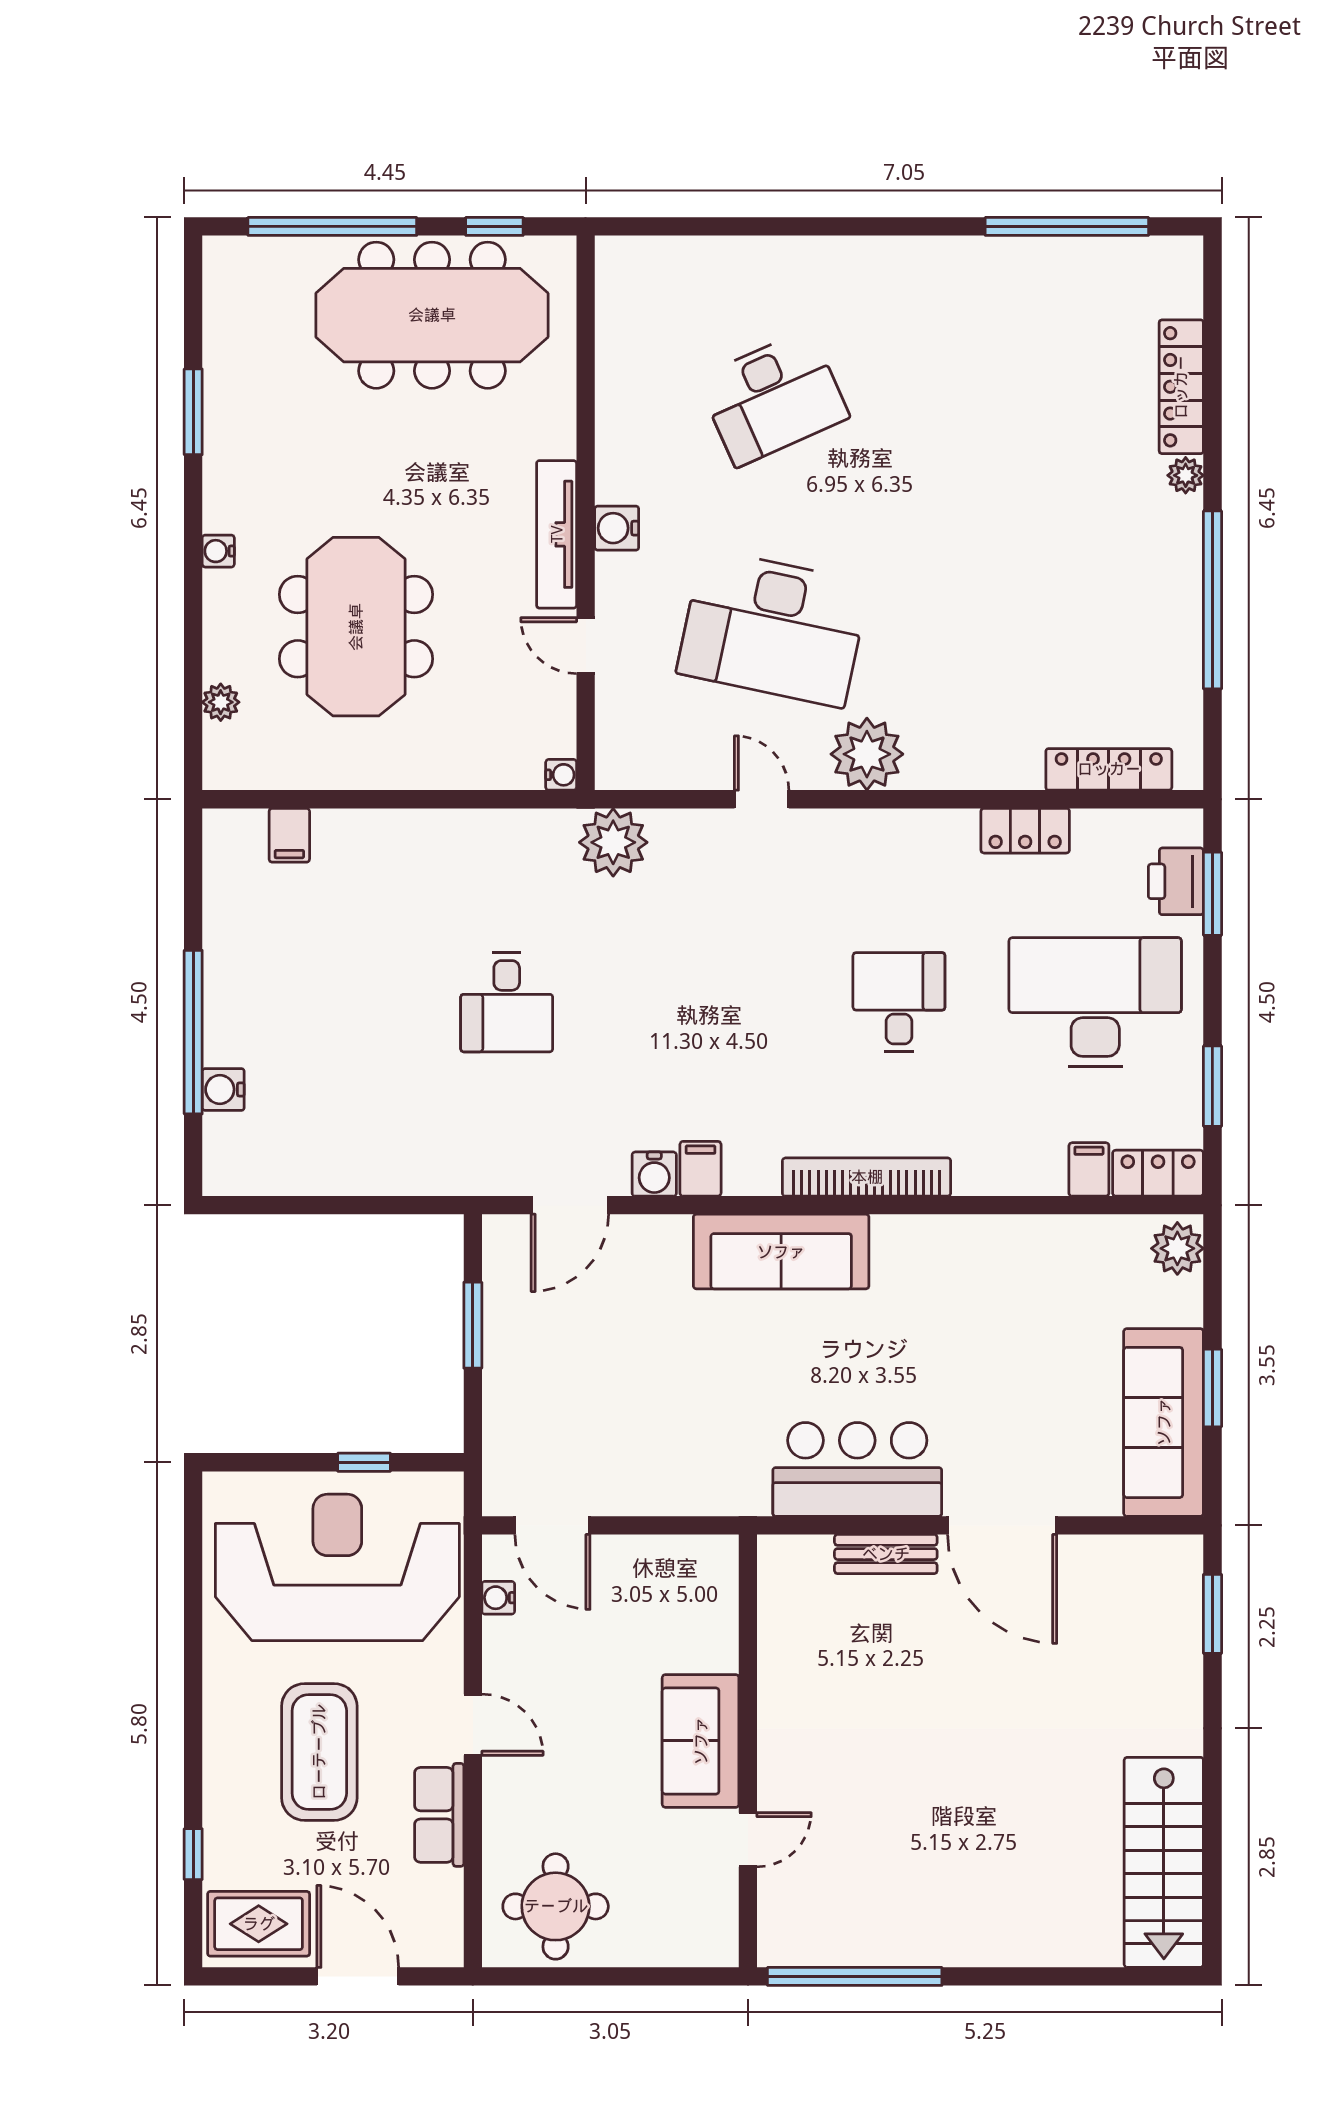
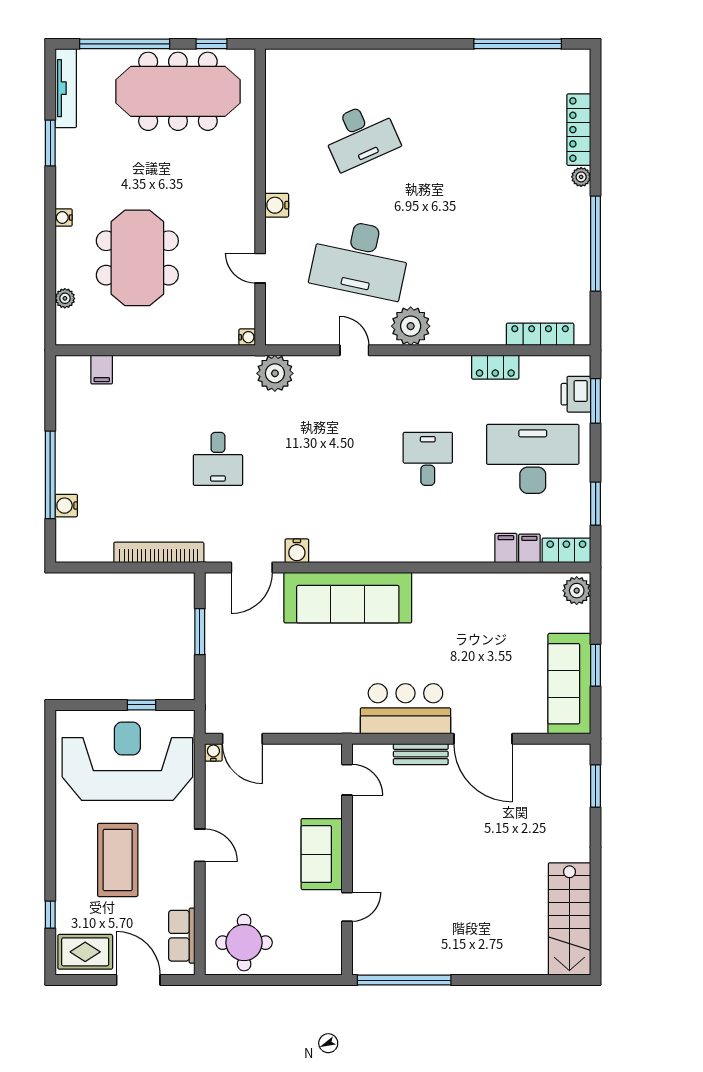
tv unit: (557, 534) -> (66, 88), moved, turned 180
filing cabinet: (700, 1169) -> (506, 548), moved
bookcase: (867, 1177) -> (159, 552), moved
sofa: (781, 1252) -> (348, 598), width x1.36, depth x1.27
water cooler: (498, 1598) -> (213, 752), moved, turned 90
door: (748, 1602) -> (347, 780), added
row of seats: (439, 1815) -> (182, 936), moved

